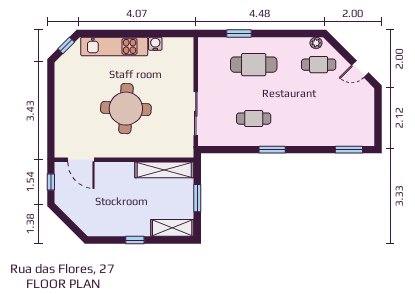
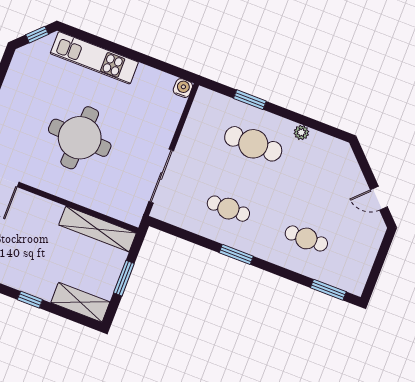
plant: (316, 43) -> (301, 132), moved
water cooler: (155, 44) -> (183, 88), moved
cafe table: (319, 65) -> (306, 238), moved

